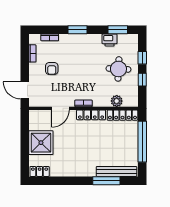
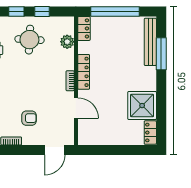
locker: (122, 115) -> (84, 28), width x0.66
shower: (41, 143) -> (142, 106), moved

